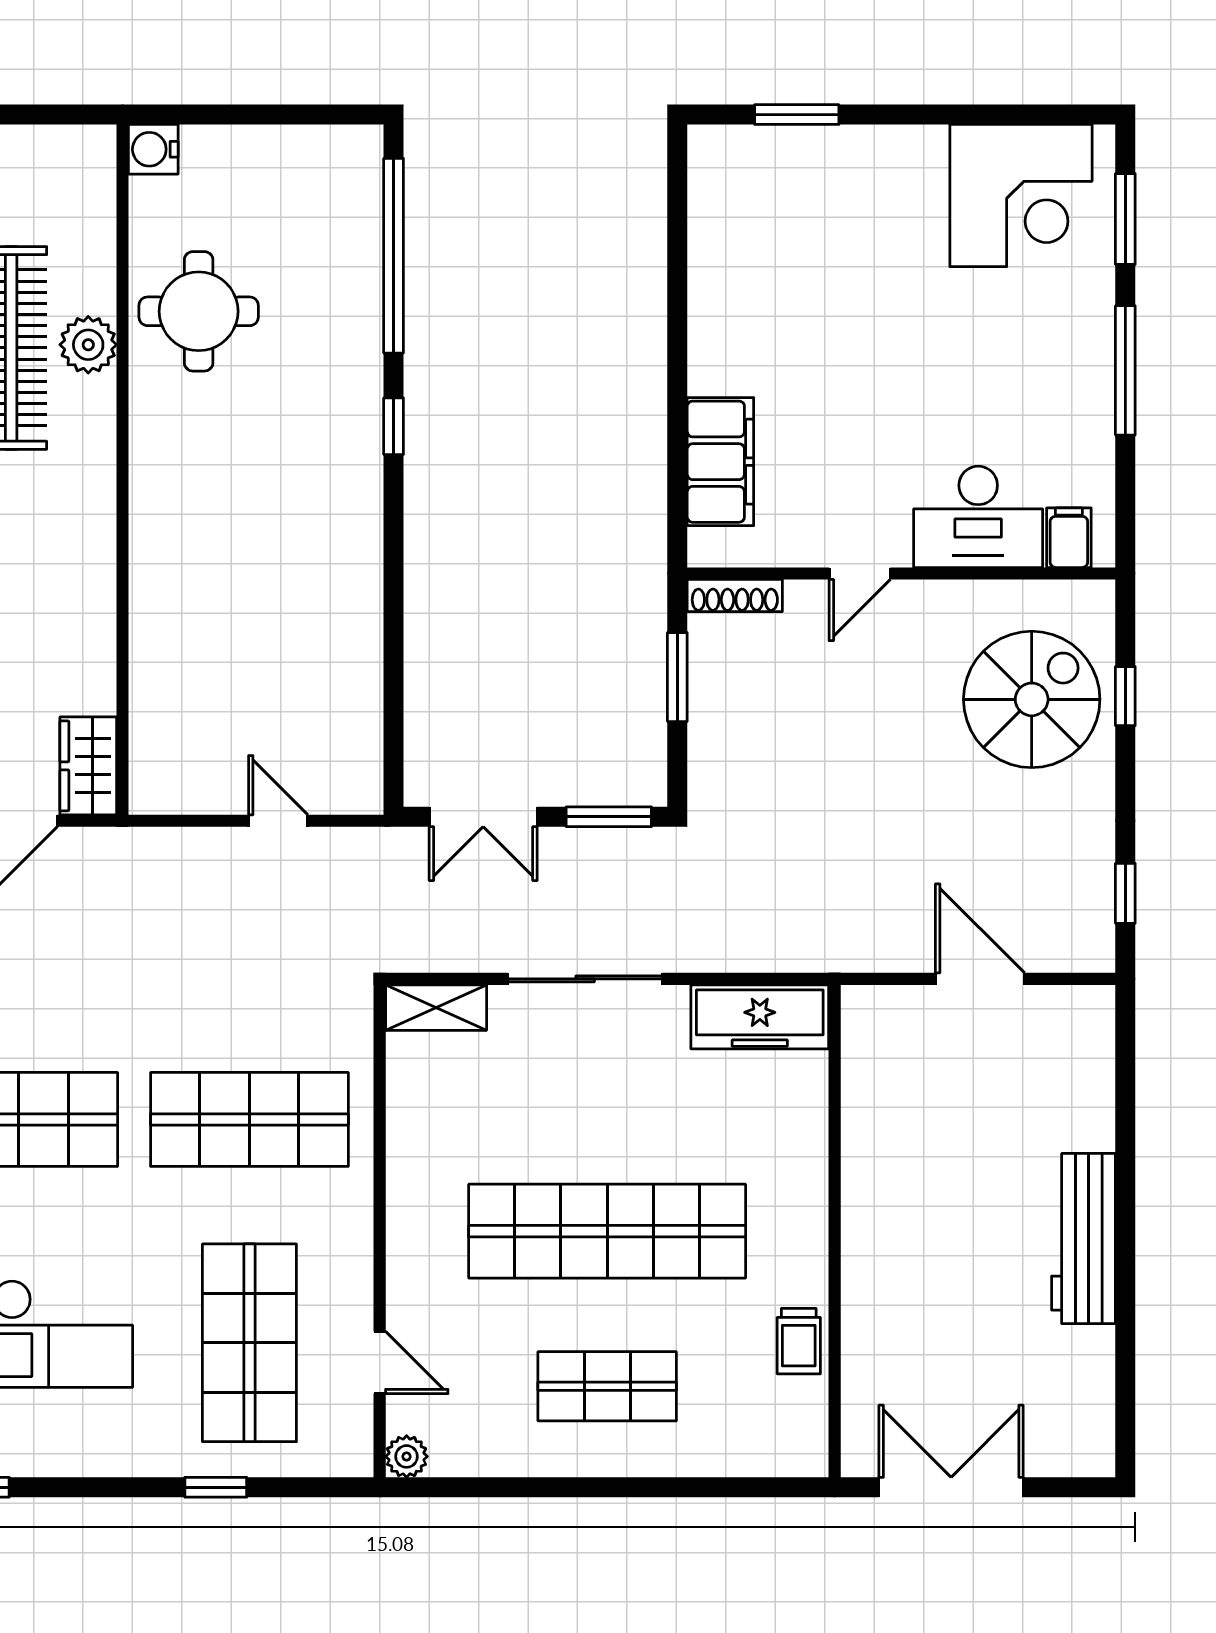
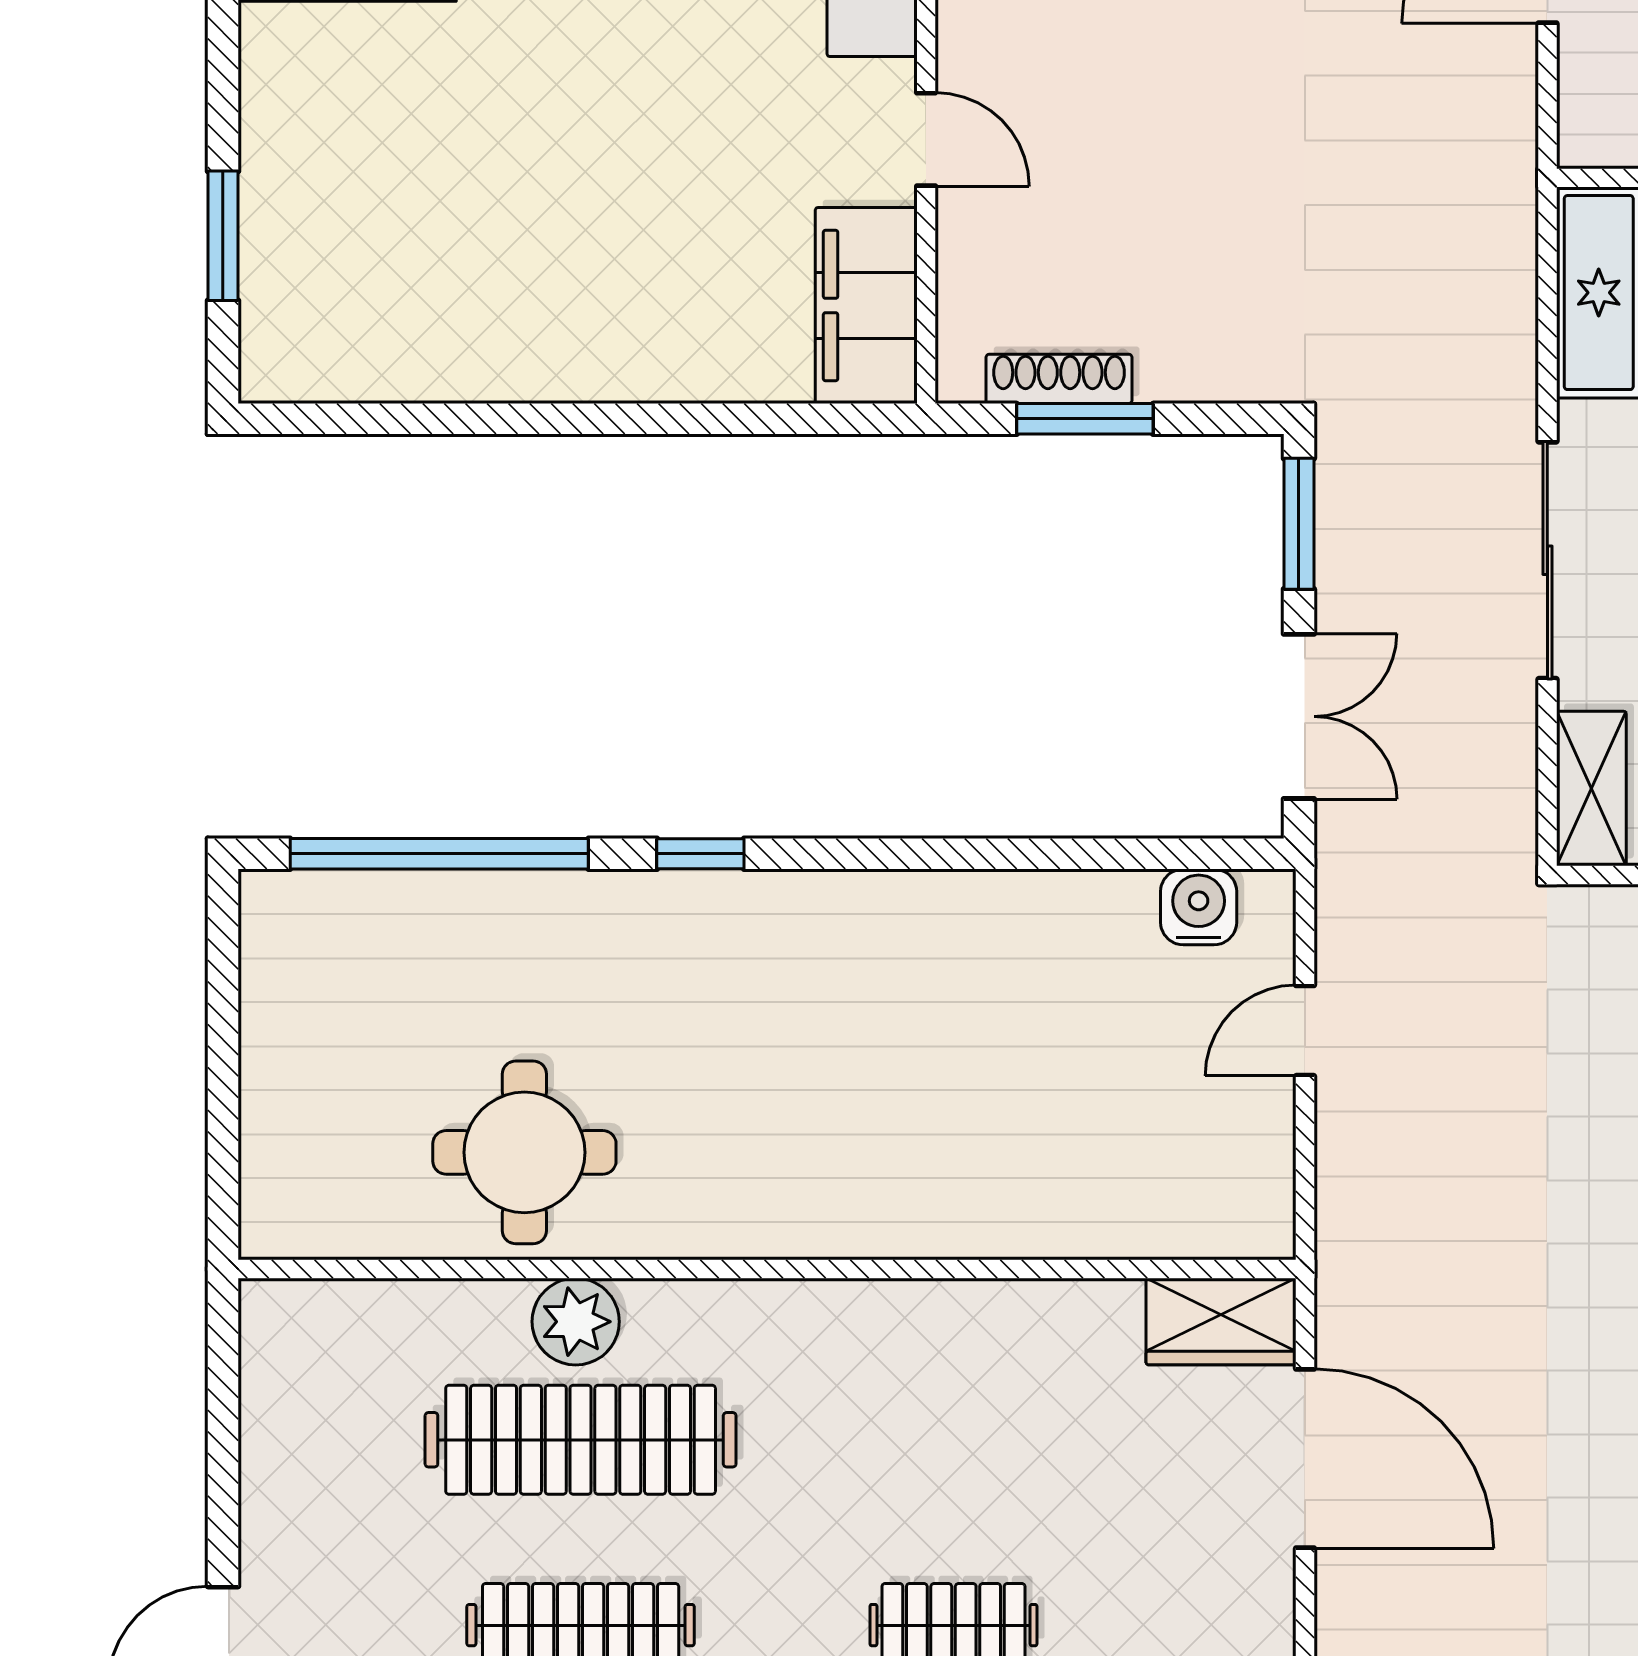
water cooler: (153, 149) -> (1199, 907), moved, turned 180
filing cabinet: (720, 462) -> (866, 306), moved, turned -90
shoe rack: (735, 596) -> (1059, 379), moved, turned -90

